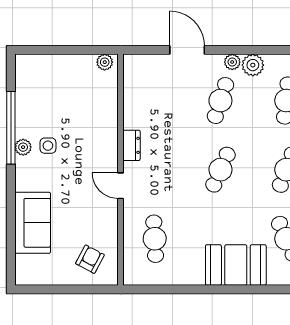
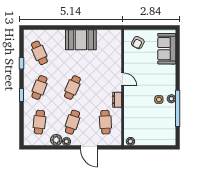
sofa: (33, 223) -> (167, 49), moved
cafe table: (155, 239) -> (105, 122), moved
booth: (236, 265) -> (81, 40), moved

